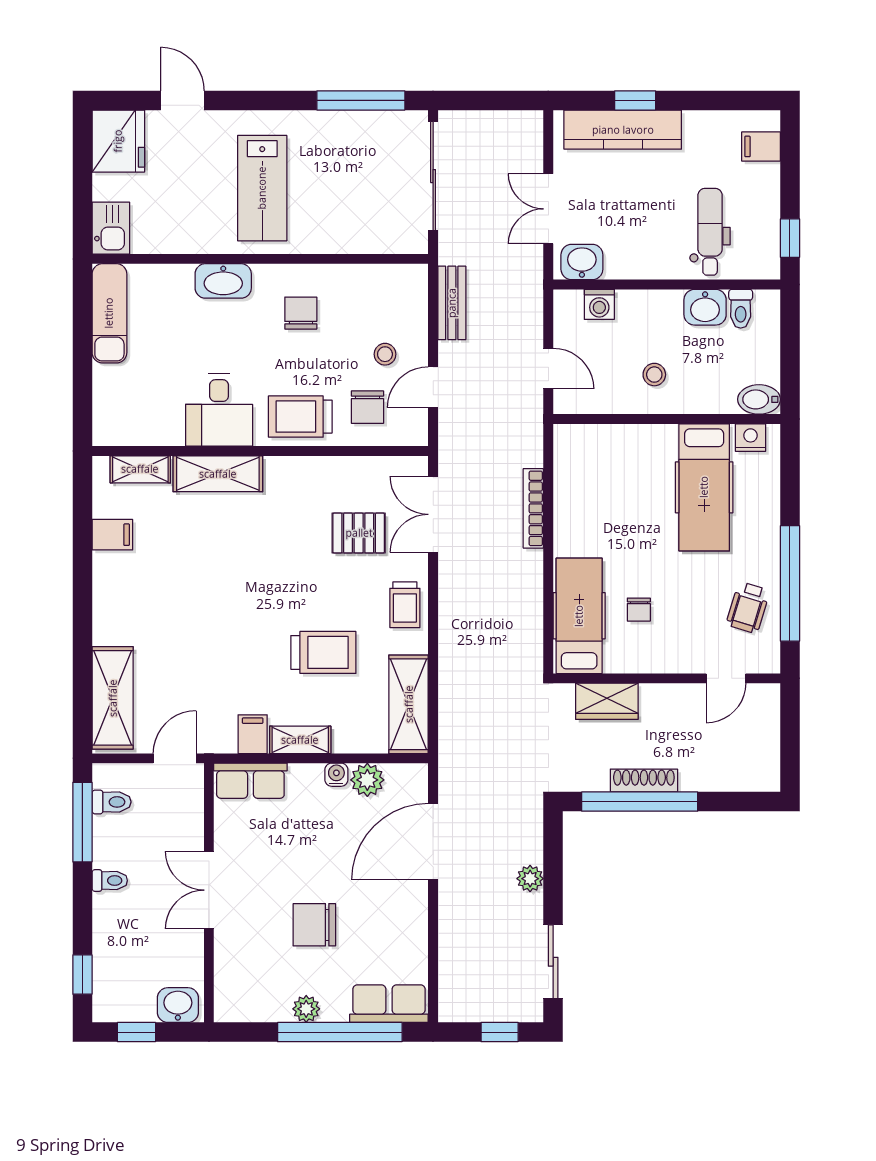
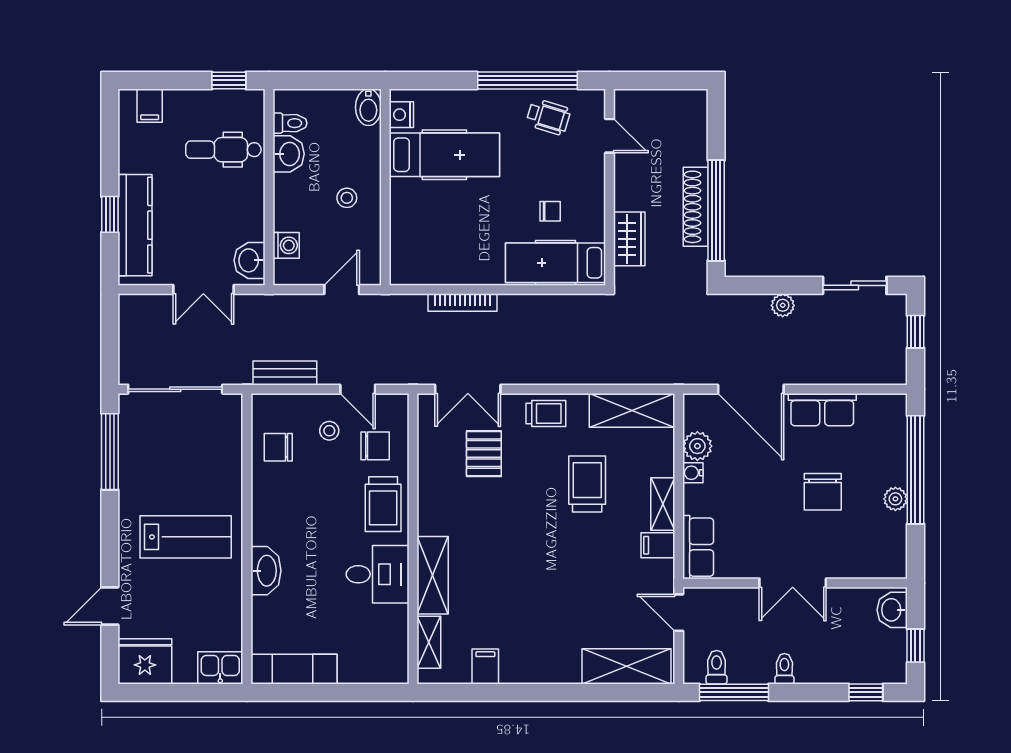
chair: (301, 313) -> (278, 447), moved
shoe rack: (644, 781) -> (696, 207), width x1.36, depth x1.24
row of seats: (389, 1004) -> (822, 410), moved, turned -90

